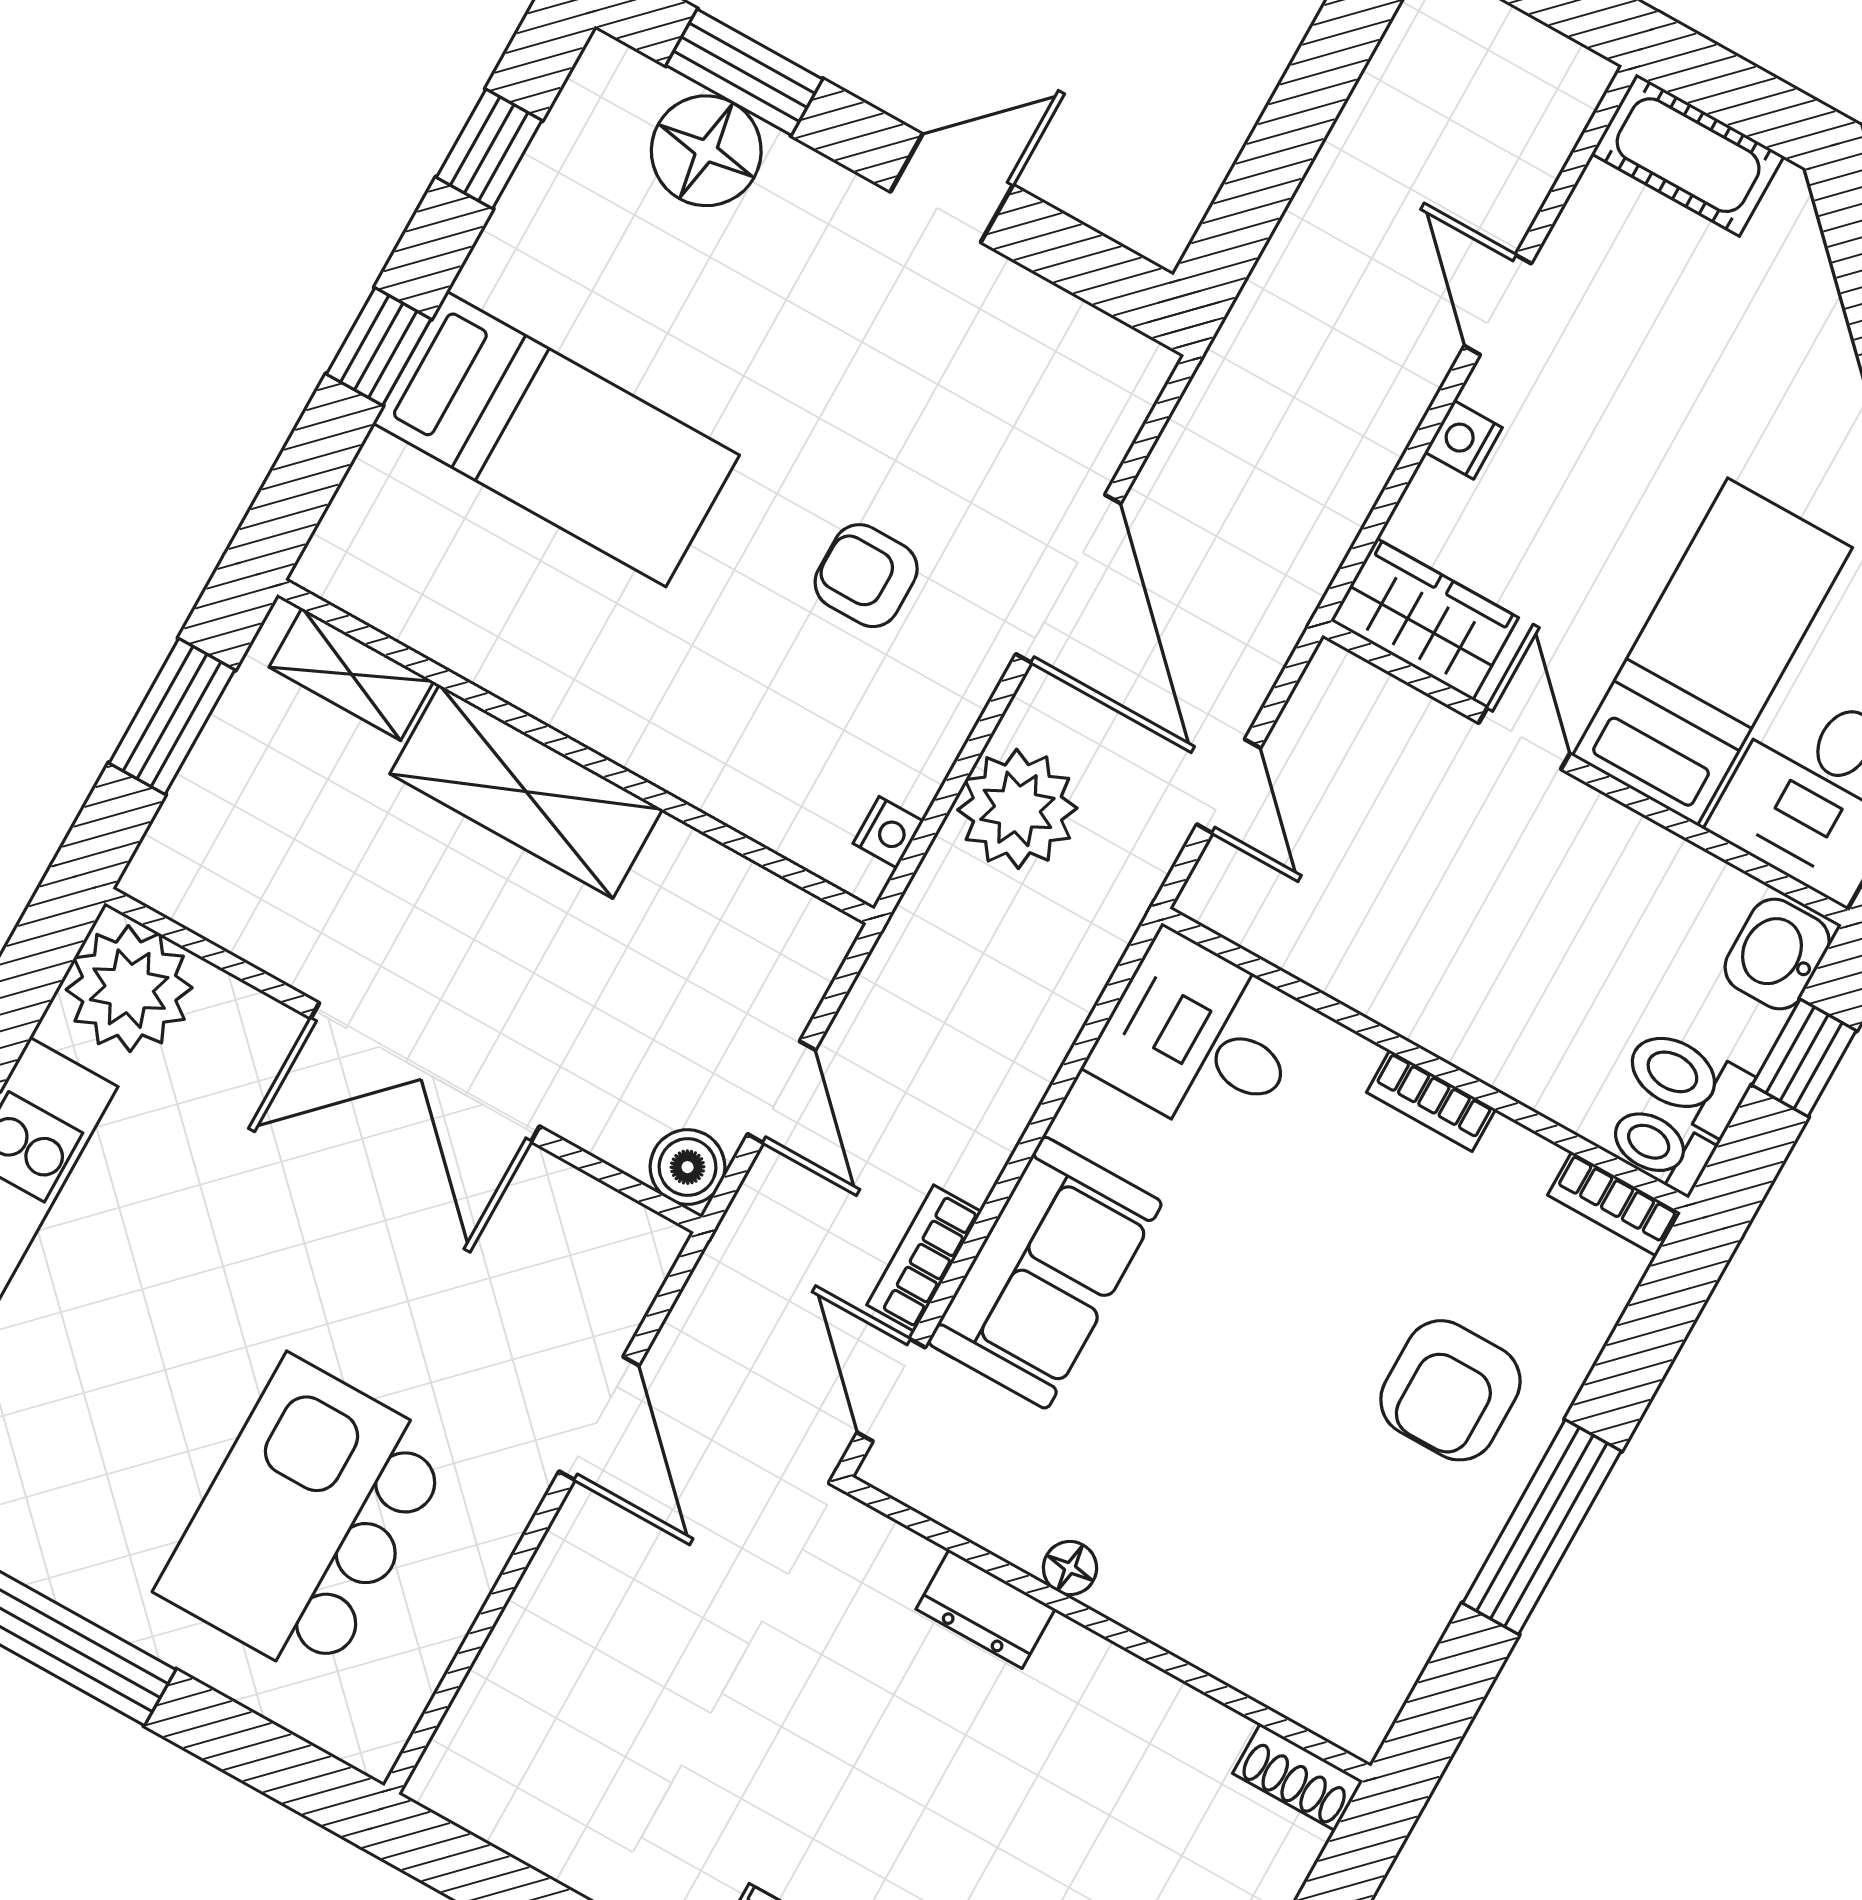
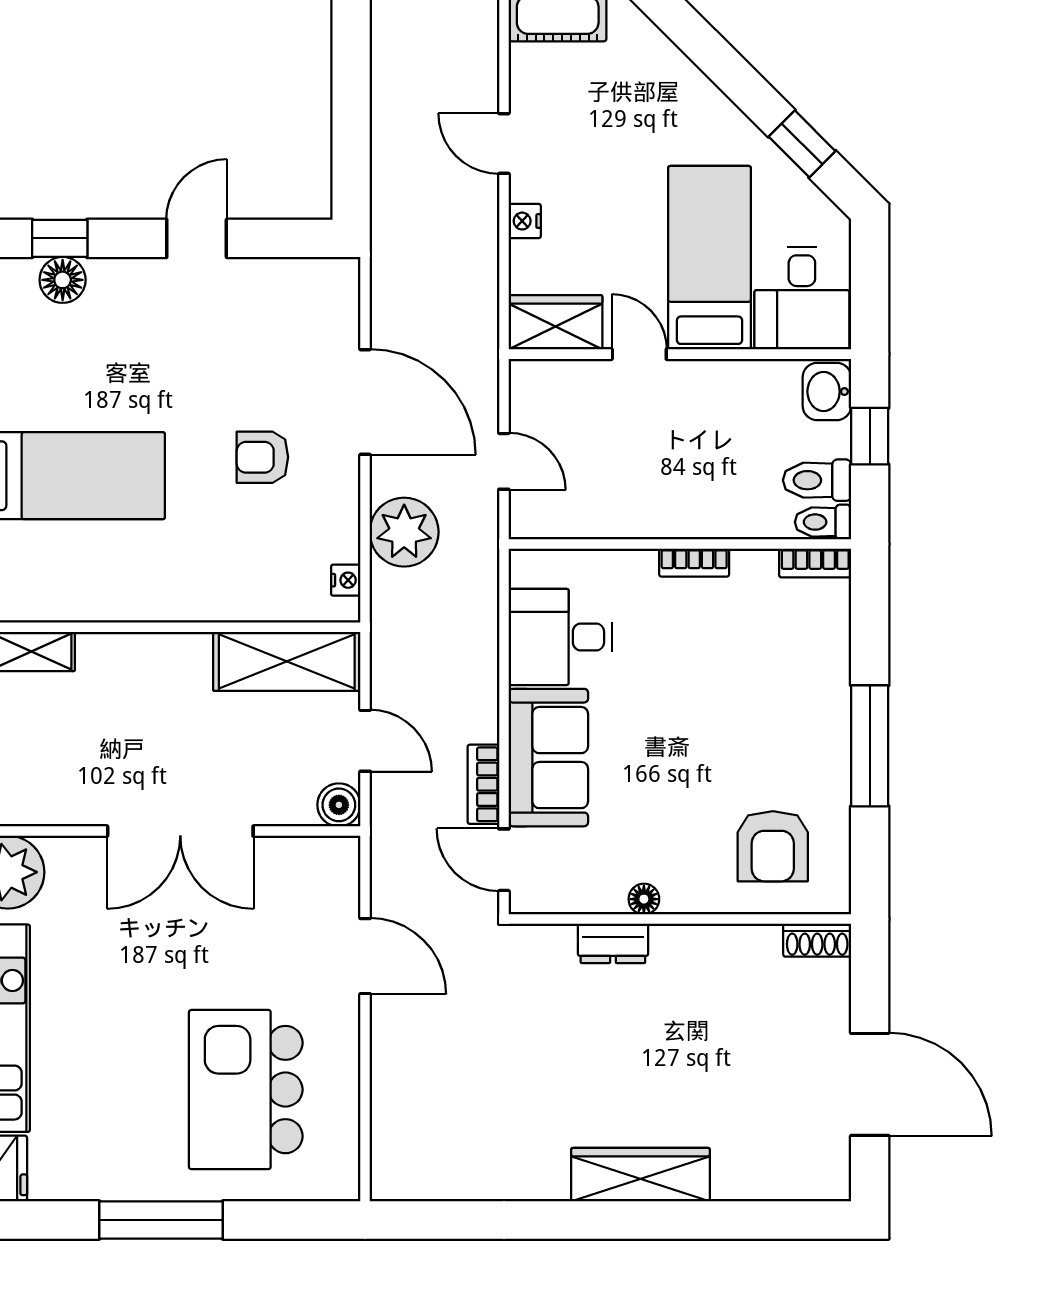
window: (744, 72) -> (60, 238), width x0.67
floor lamp: (706, 151) -> (63, 280), width x0.73, depth x0.73
shelving: (526, 792) -> (287, 661), moved
desk: (1200, 1039) -> (560, 637), moved
armchair: (1450, 1390) -> (773, 846), moved

